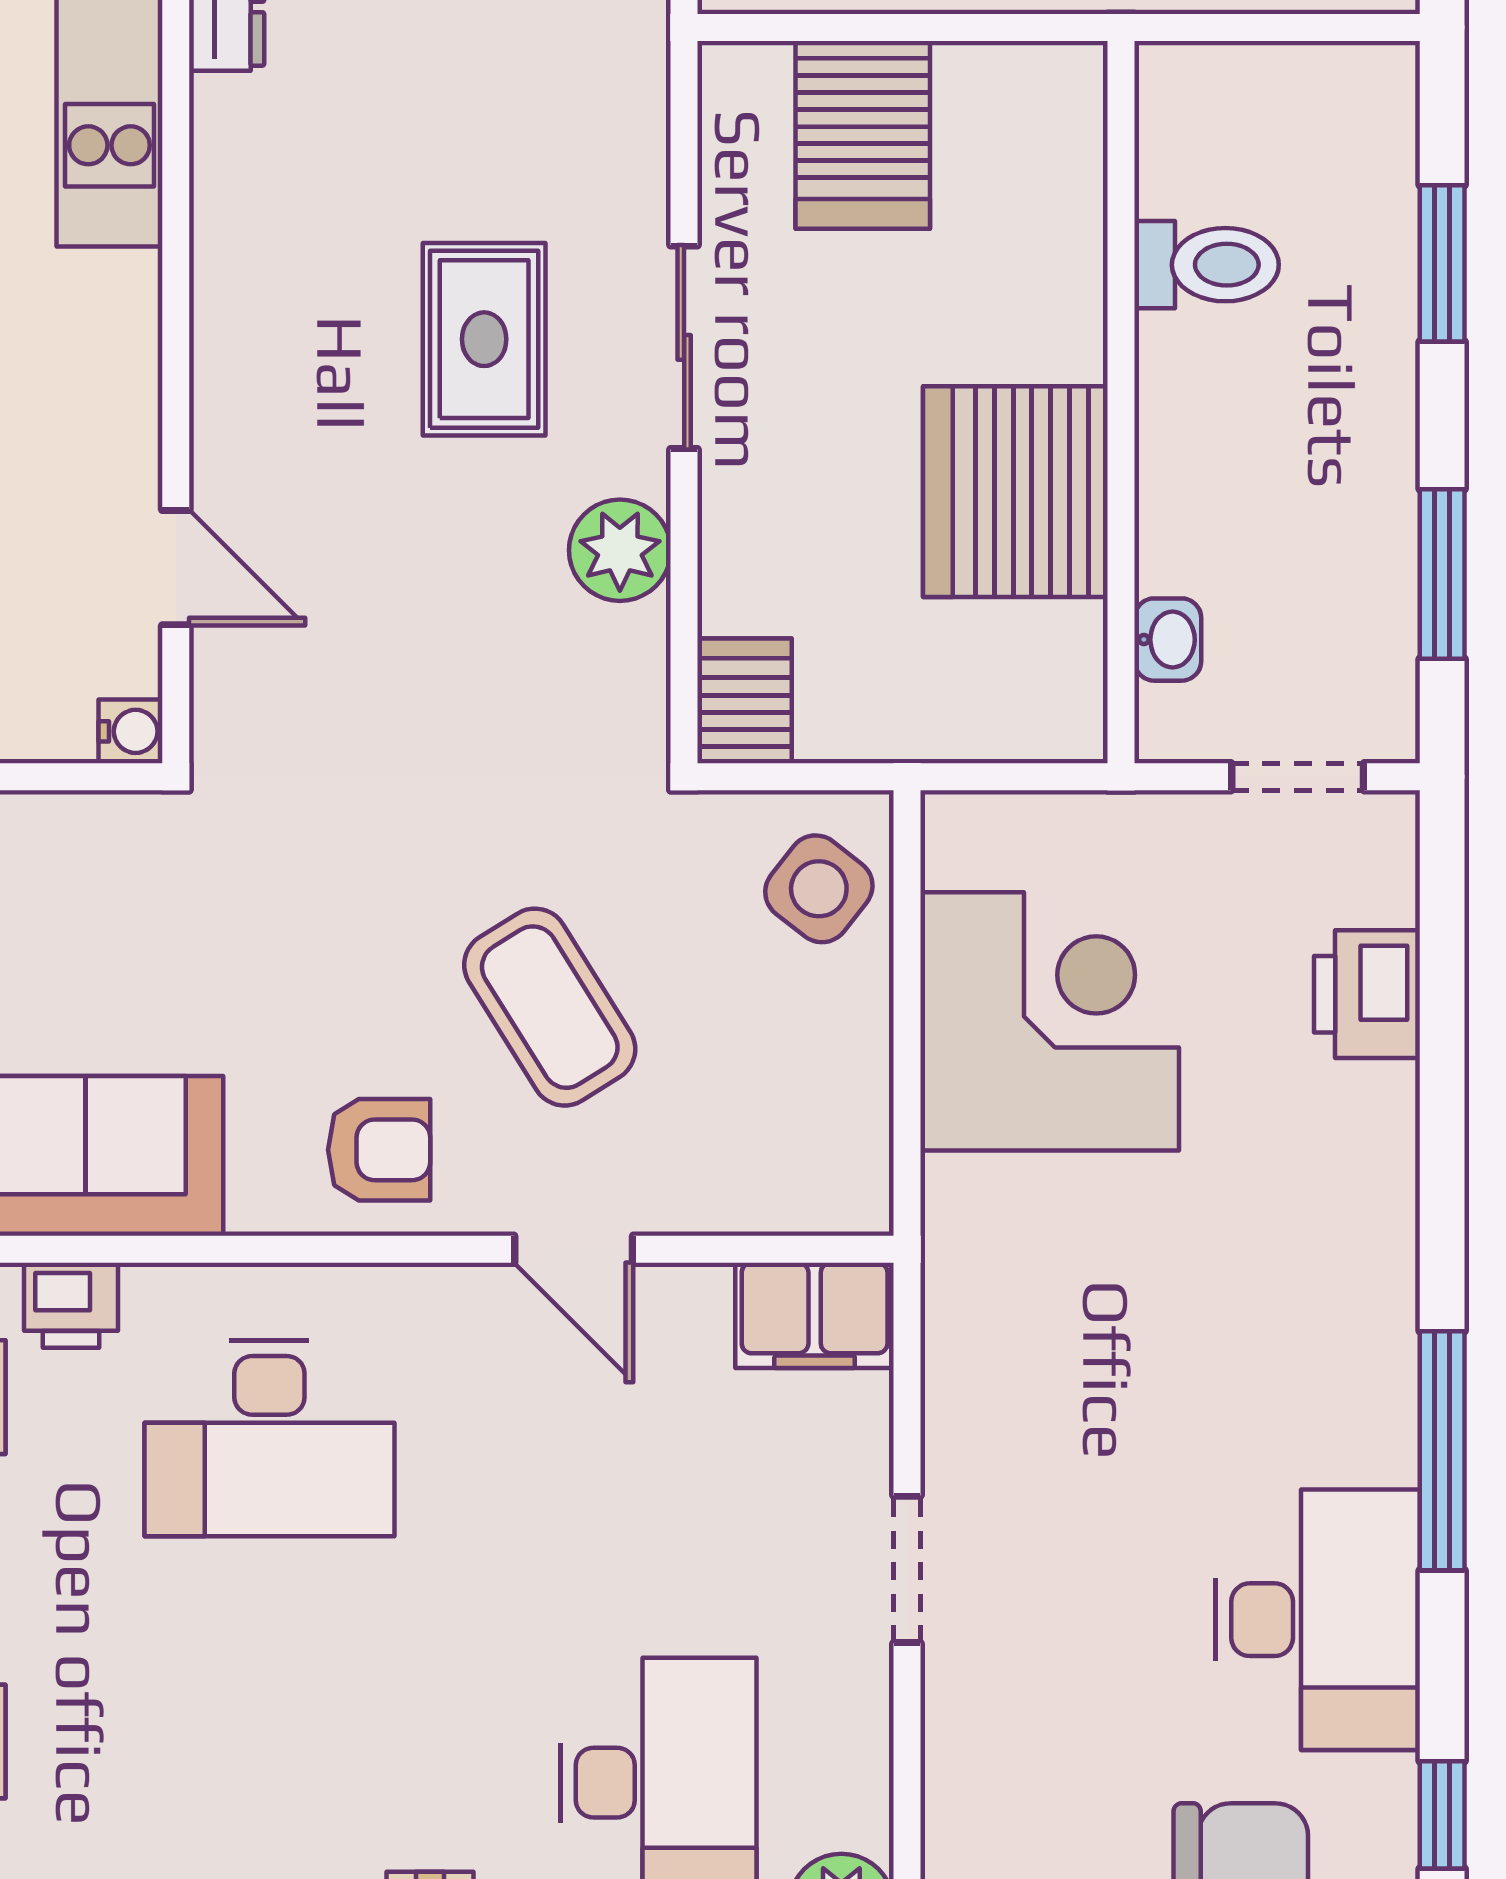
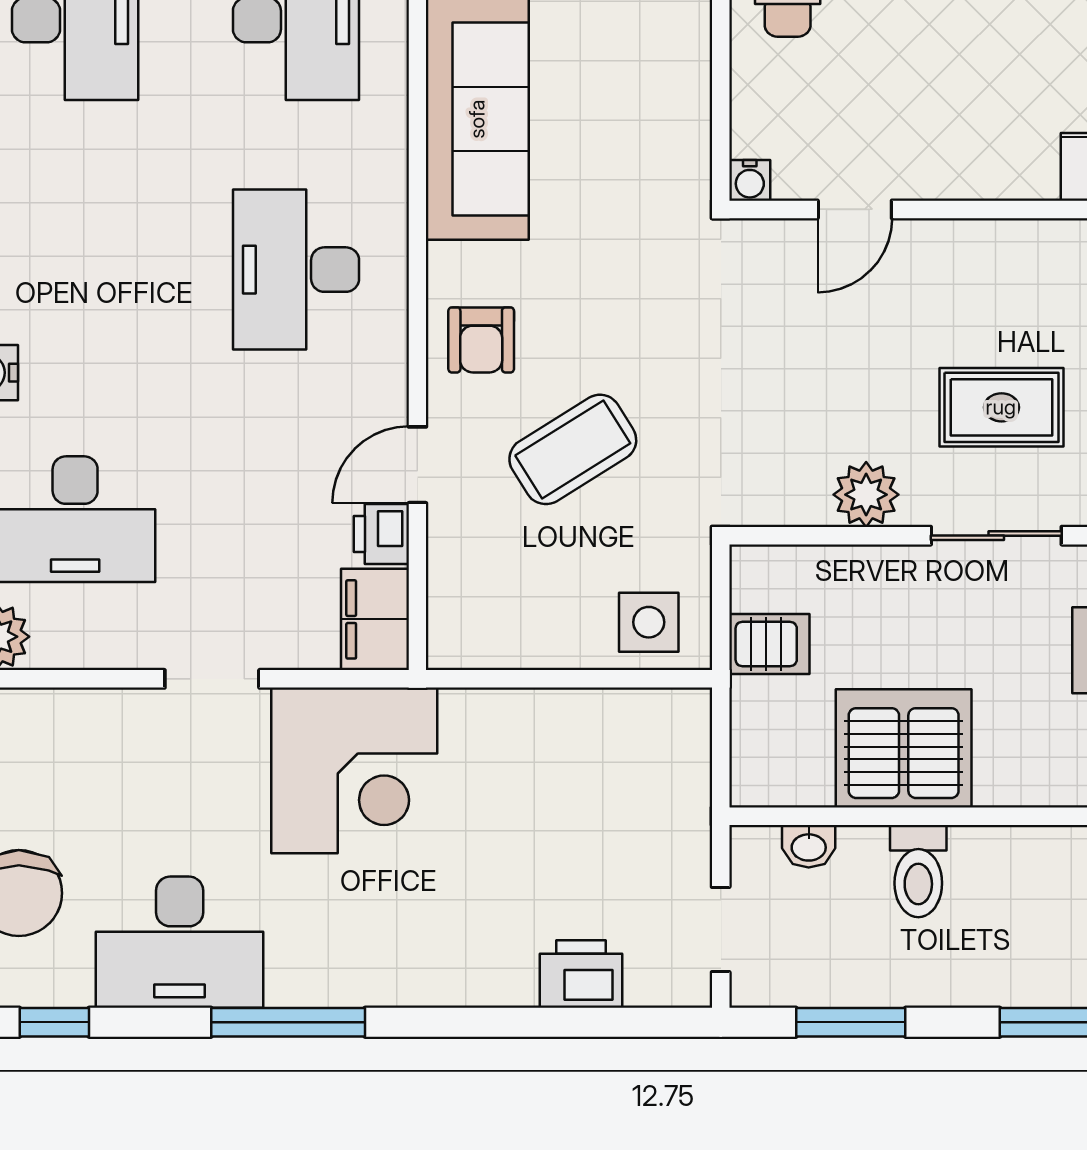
toilet: (1207, 265) -> (918, 871), moved
server rack: (745, 701) -> (769, 644), moved
side table: (819, 889) -> (649, 622), turned -38
corner desk: (1050, 1021) -> (354, 770), moved
printer: (71, 1305) -> (381, 534), moved

